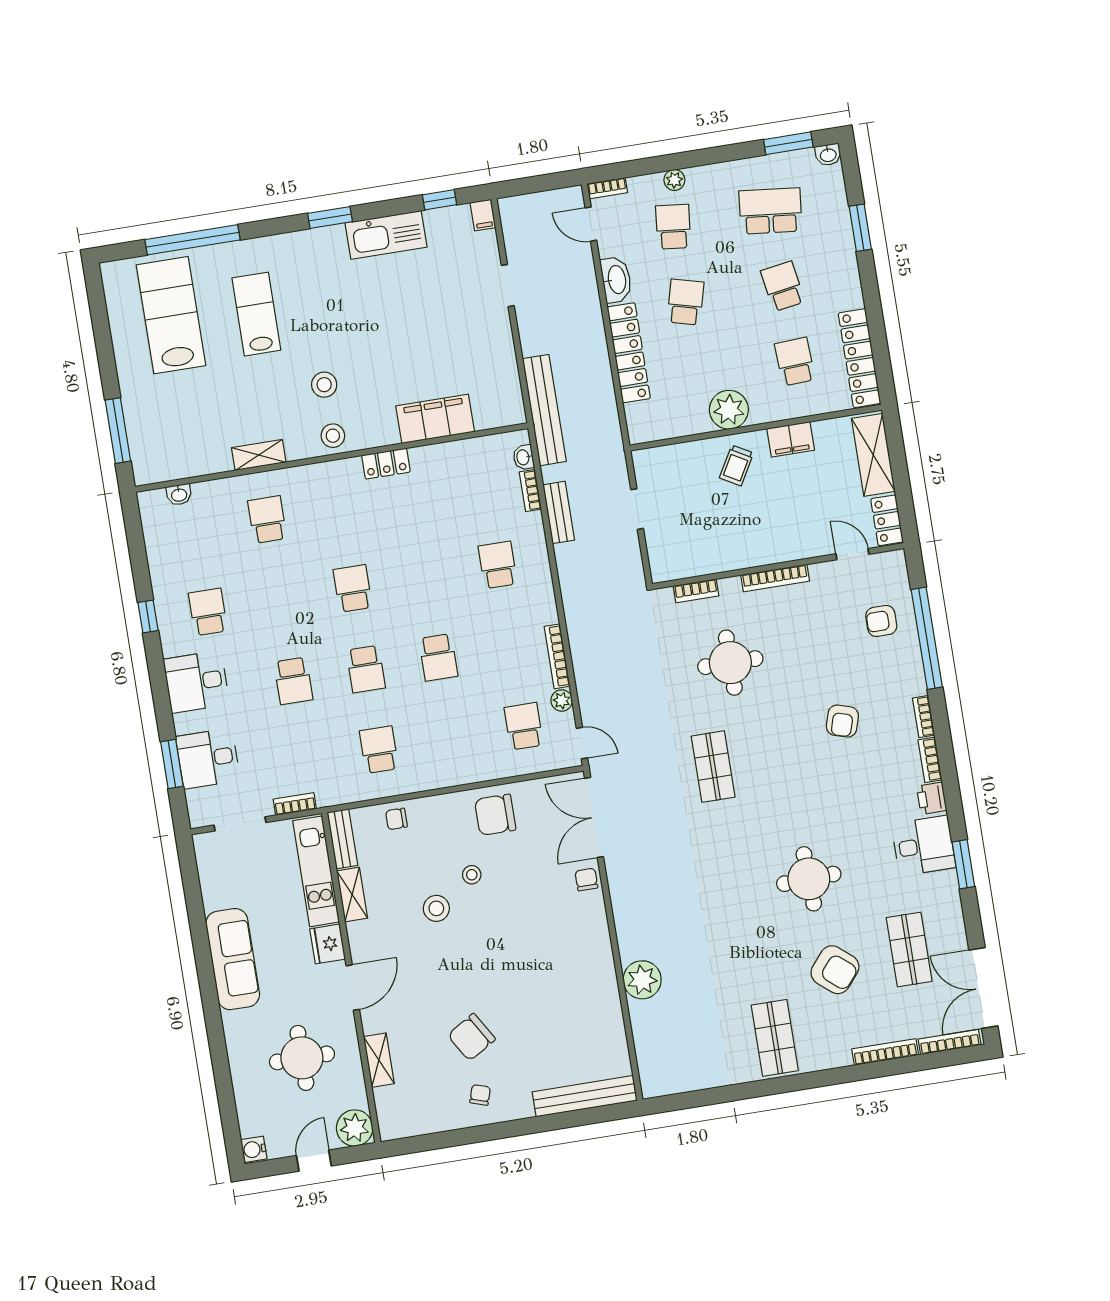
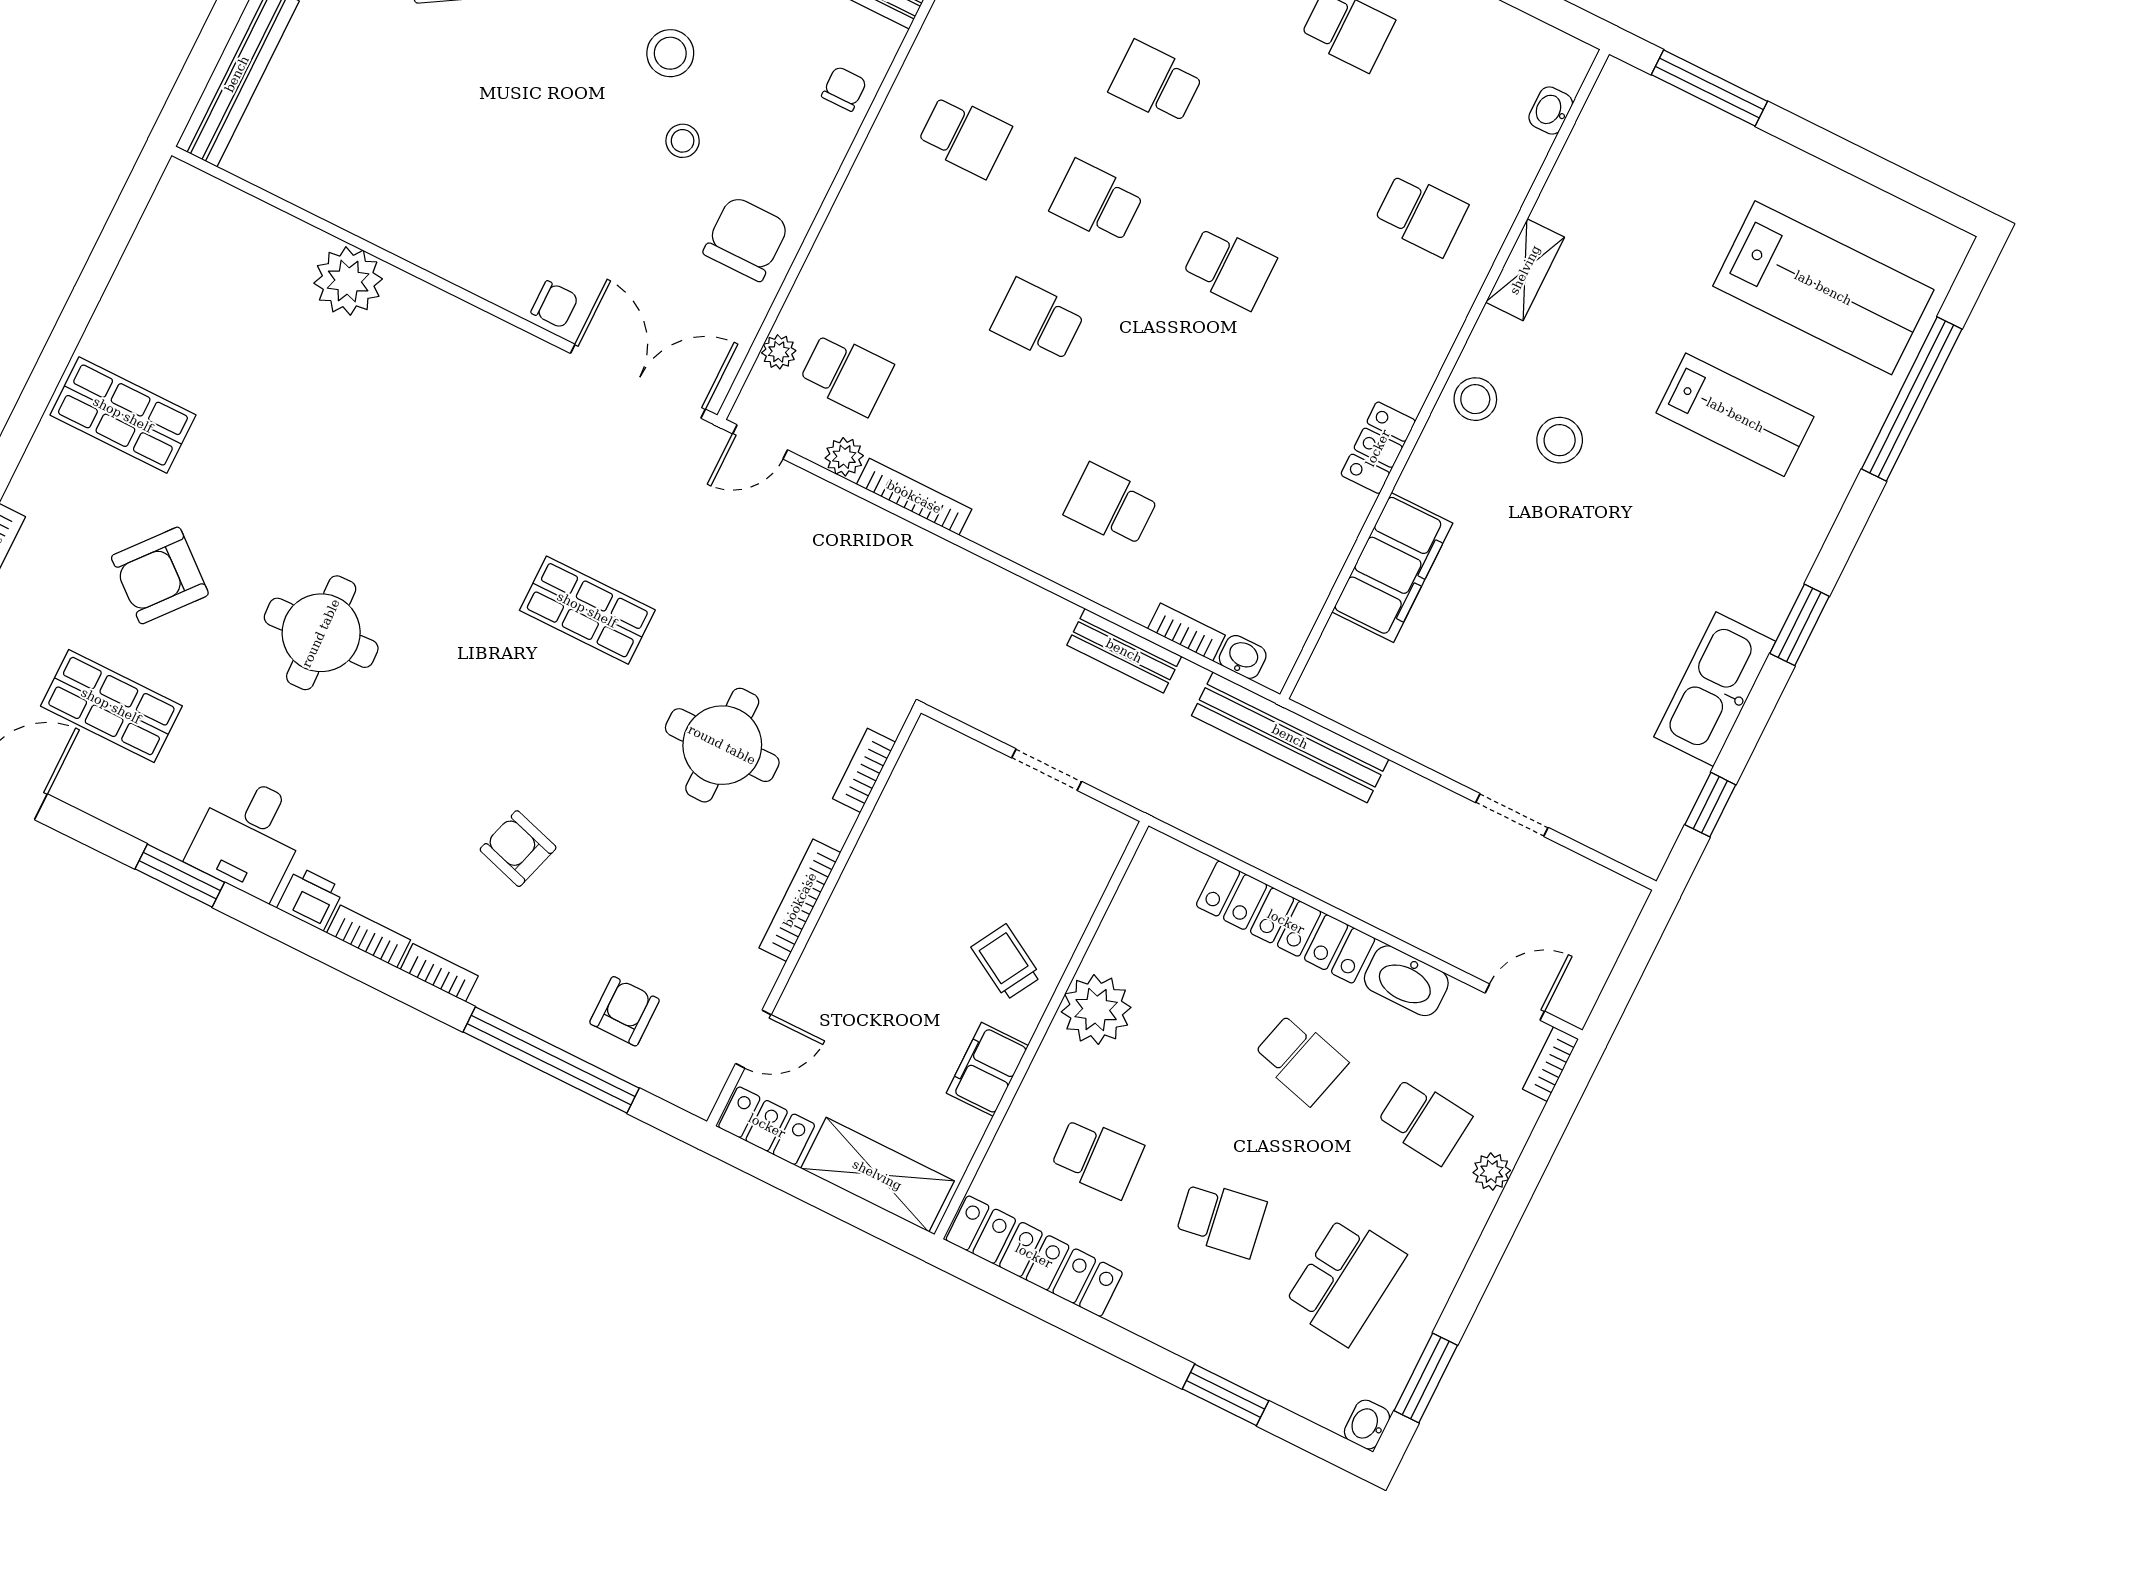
filing cabinet: (483, 215) -> (1642, 853), removed
school desk: (498, 565) -> (1111, 505), turned 180
plant: (536, 764) -> (779, 352), added

